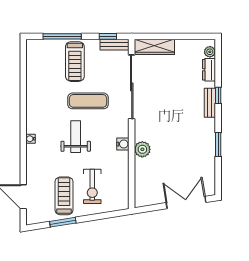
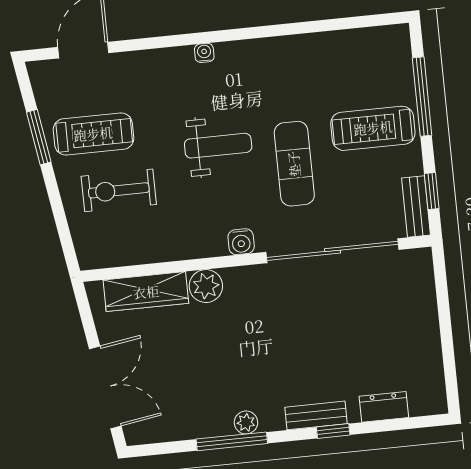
wardrobe: (154, 47) -> (146, 292), moved, turned -90
plant: (210, 52) -> (246, 422), moved
water cooler: (123, 144) -> (241, 242), moved
window: (218, 144) -> (232, 441), width x1.44

